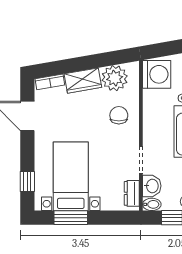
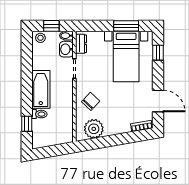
washing machine: (157, 74) -> (63, 132), removed
wardrobe: (83, 81) -> (117, 127), removed
chair: (119, 115) -> (91, 101), turned -137

